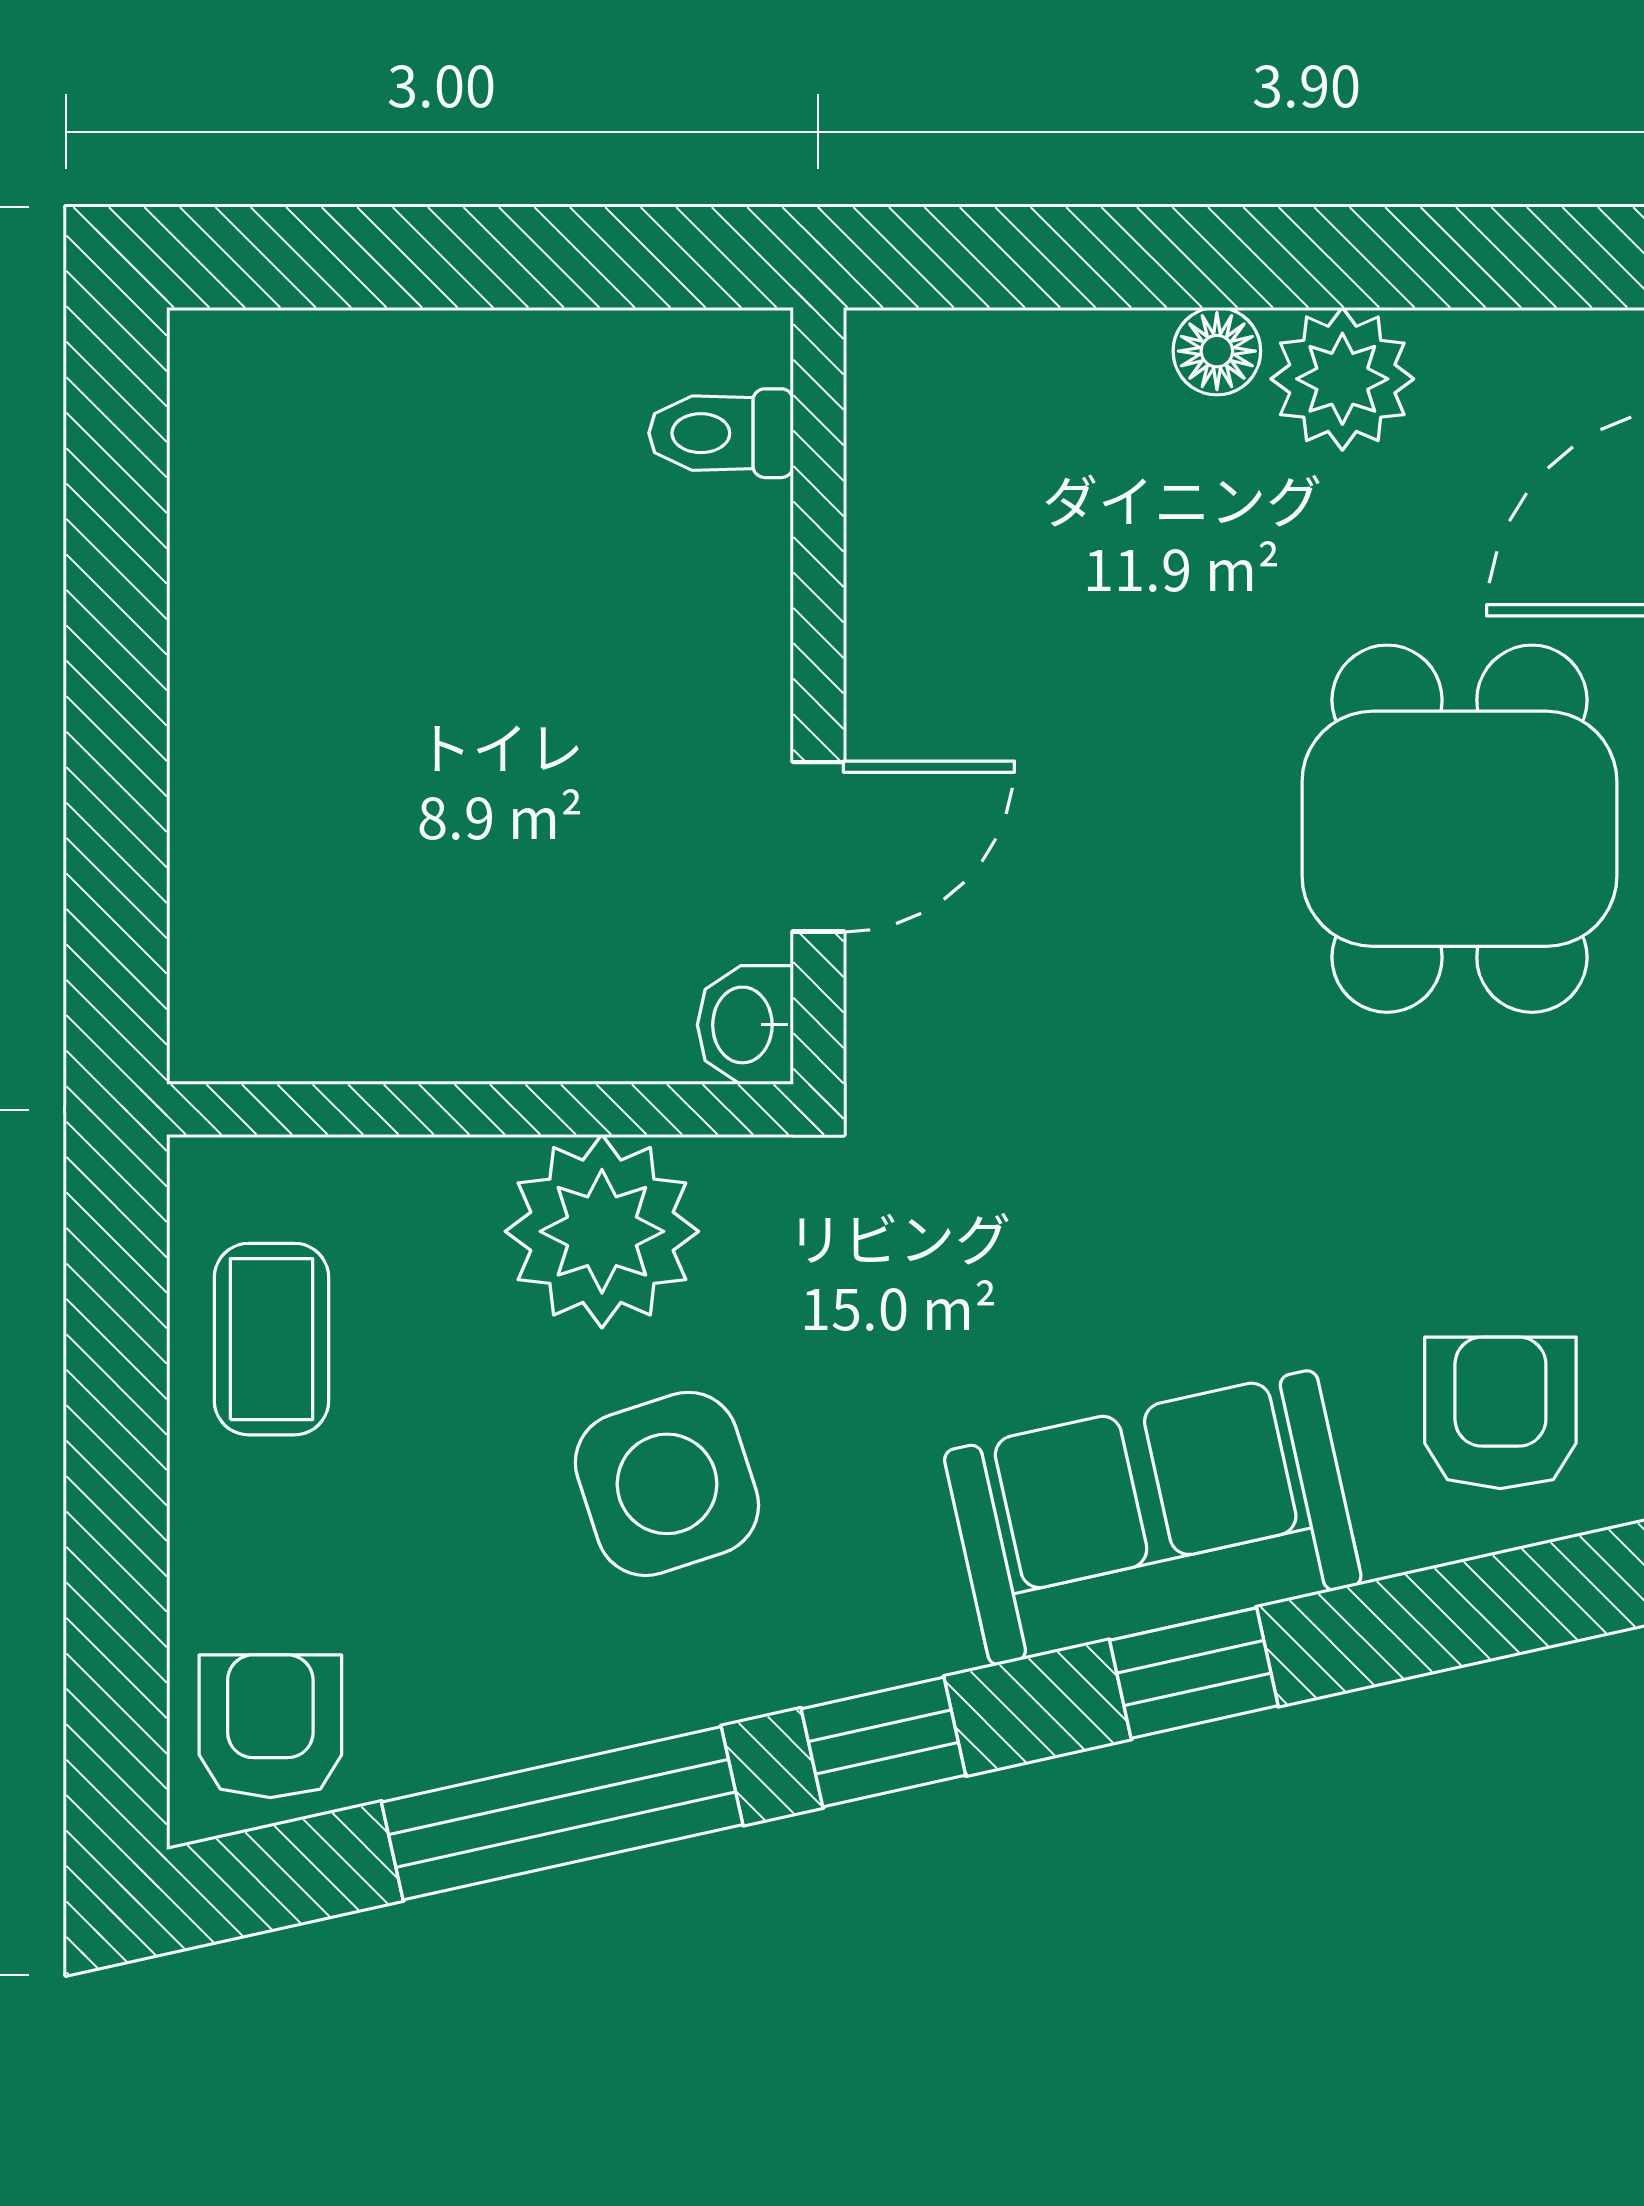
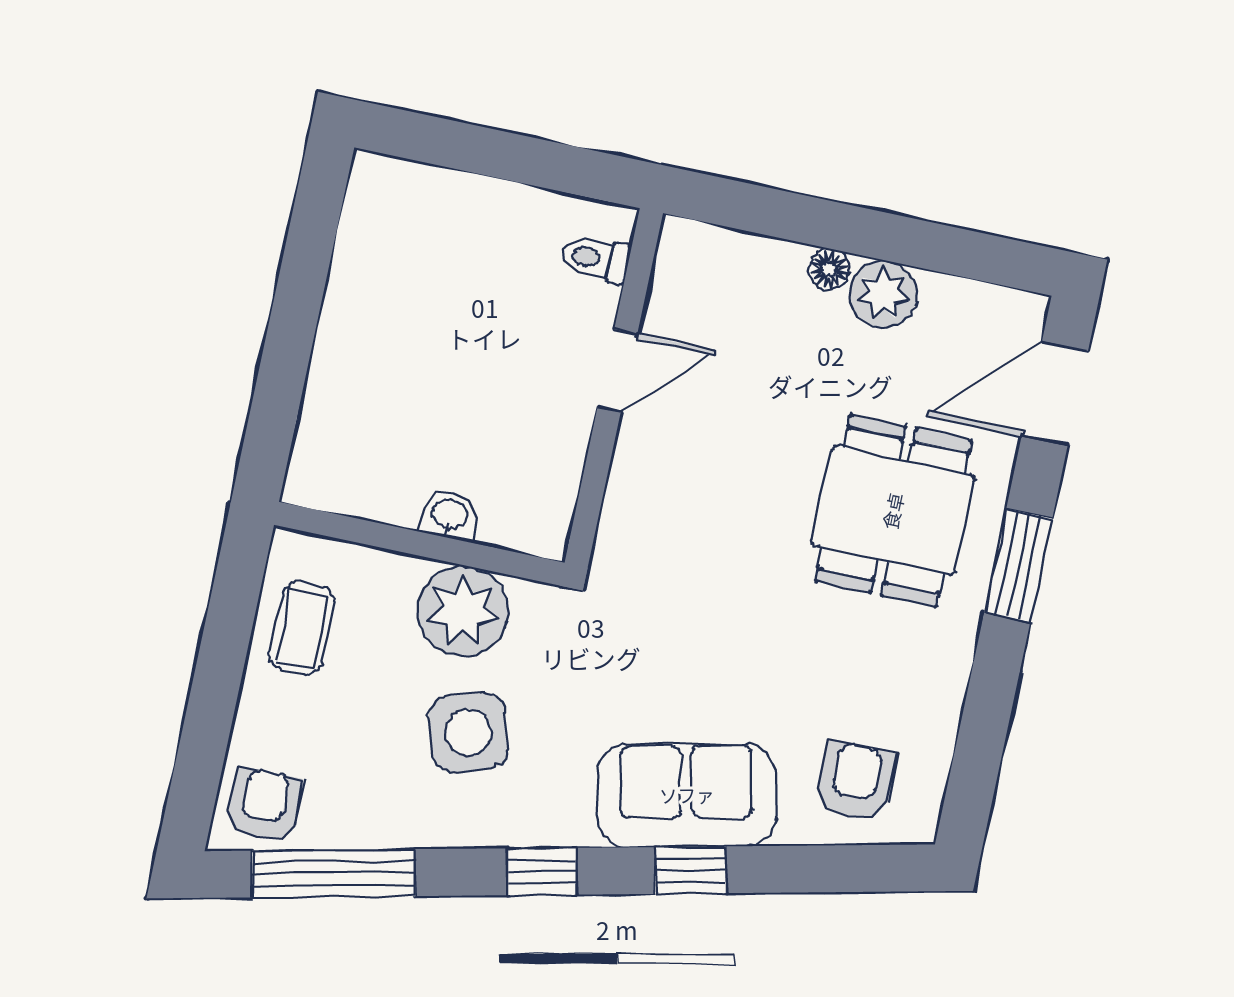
door: (818, 847) -> (617, 371), moved
washbasin: (745, 1025) -> (450, 515), moved, turned 90
window: (562, 1813) -> (334, 873), moved

